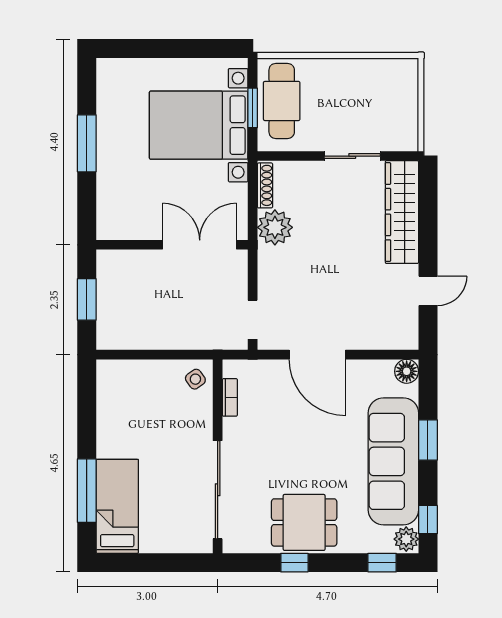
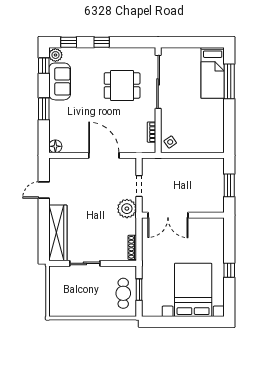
cafe table: (282, 101) -> (123, 293), width x0.73, depth x0.74
bed with nightstands: (199, 125) -> (193, 290), moved, turned -90
window: (87, 143) -> (229, 270), width x0.46
plant: (275, 227) -> (127, 209), moved
doorway: (253, 320) -> (139, 186), moved
sofa: (393, 461) -> (60, 81), width x0.54, depth x0.79
dining table: (304, 522) -> (122, 86), moved
window: (294, 563) -> (102, 42), moved

